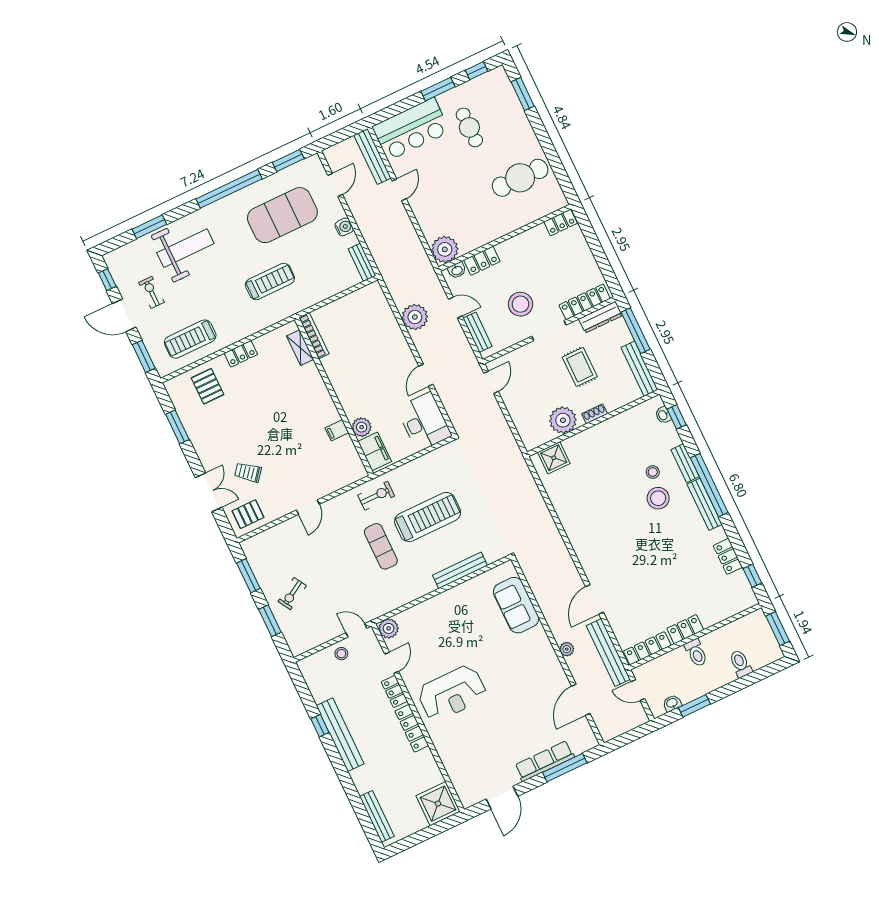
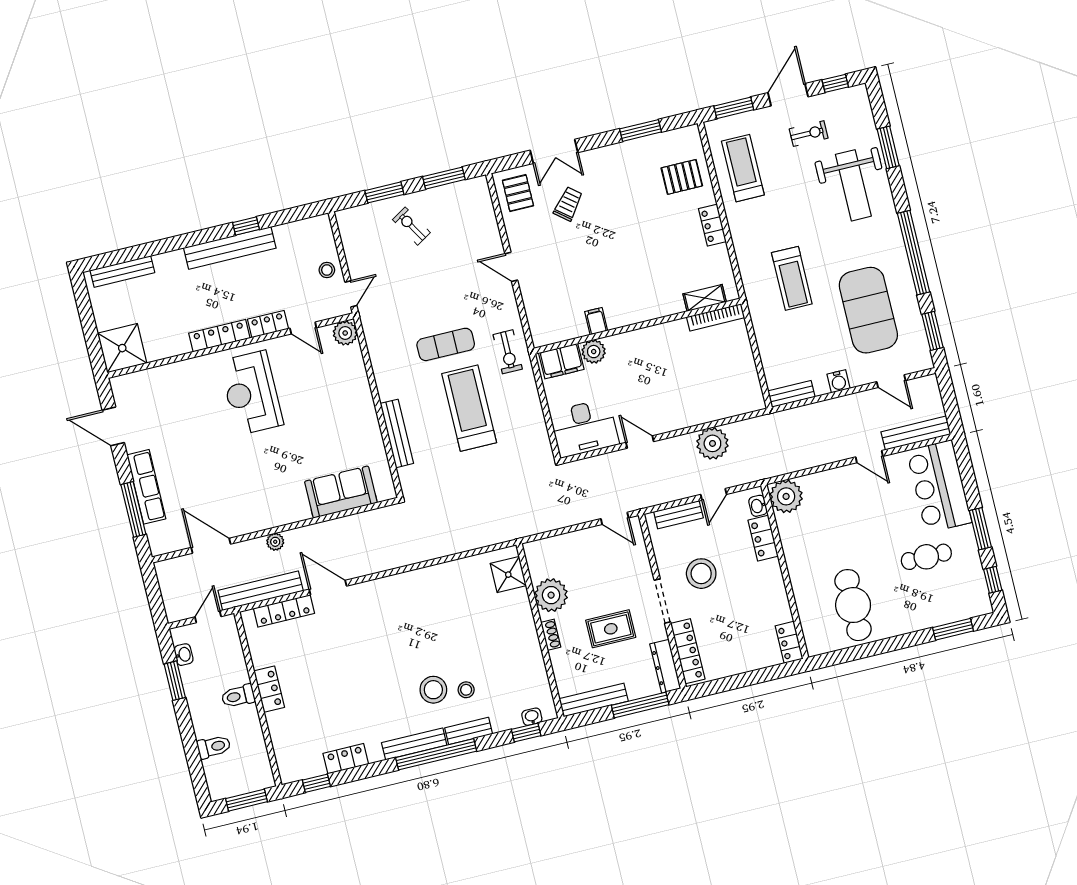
treadmill: (428, 517) -> (469, 408), turned 180
locker: (647, 648) -> (284, 611), moved, turned 90

